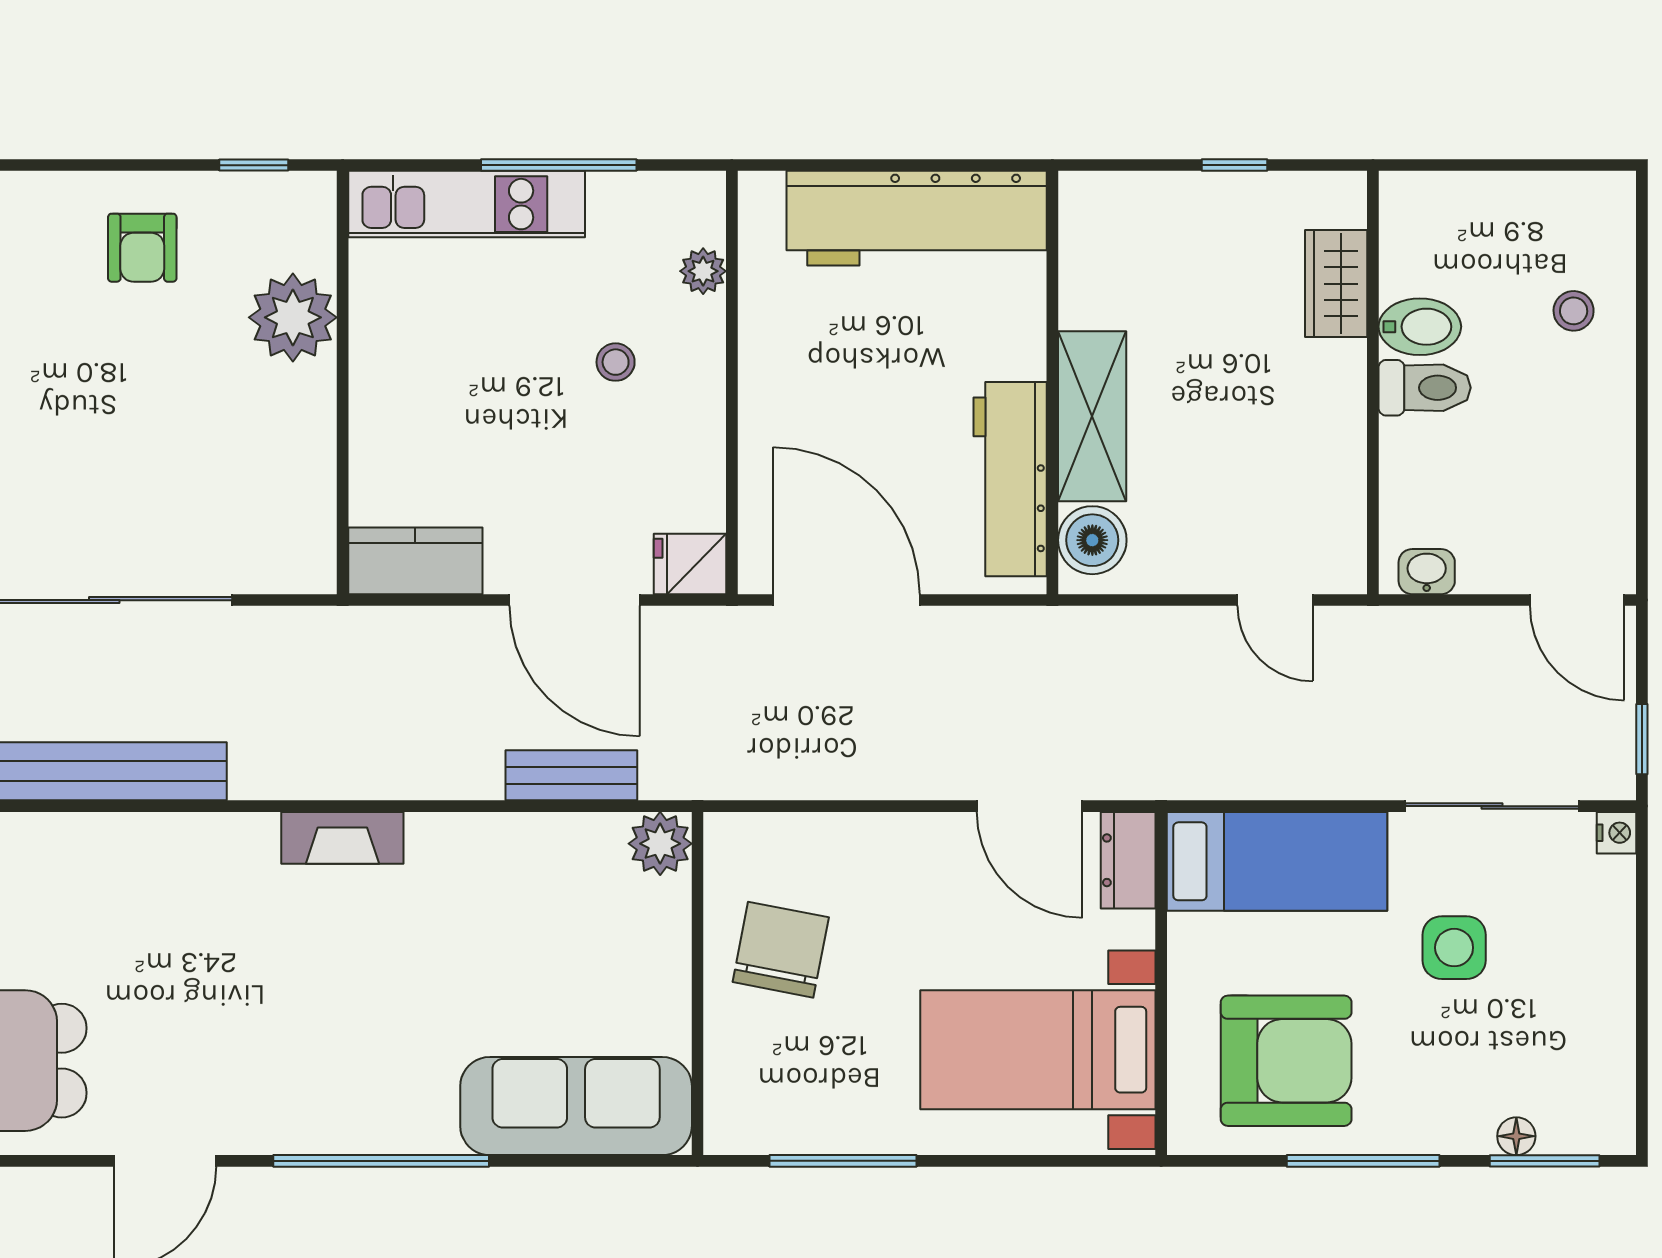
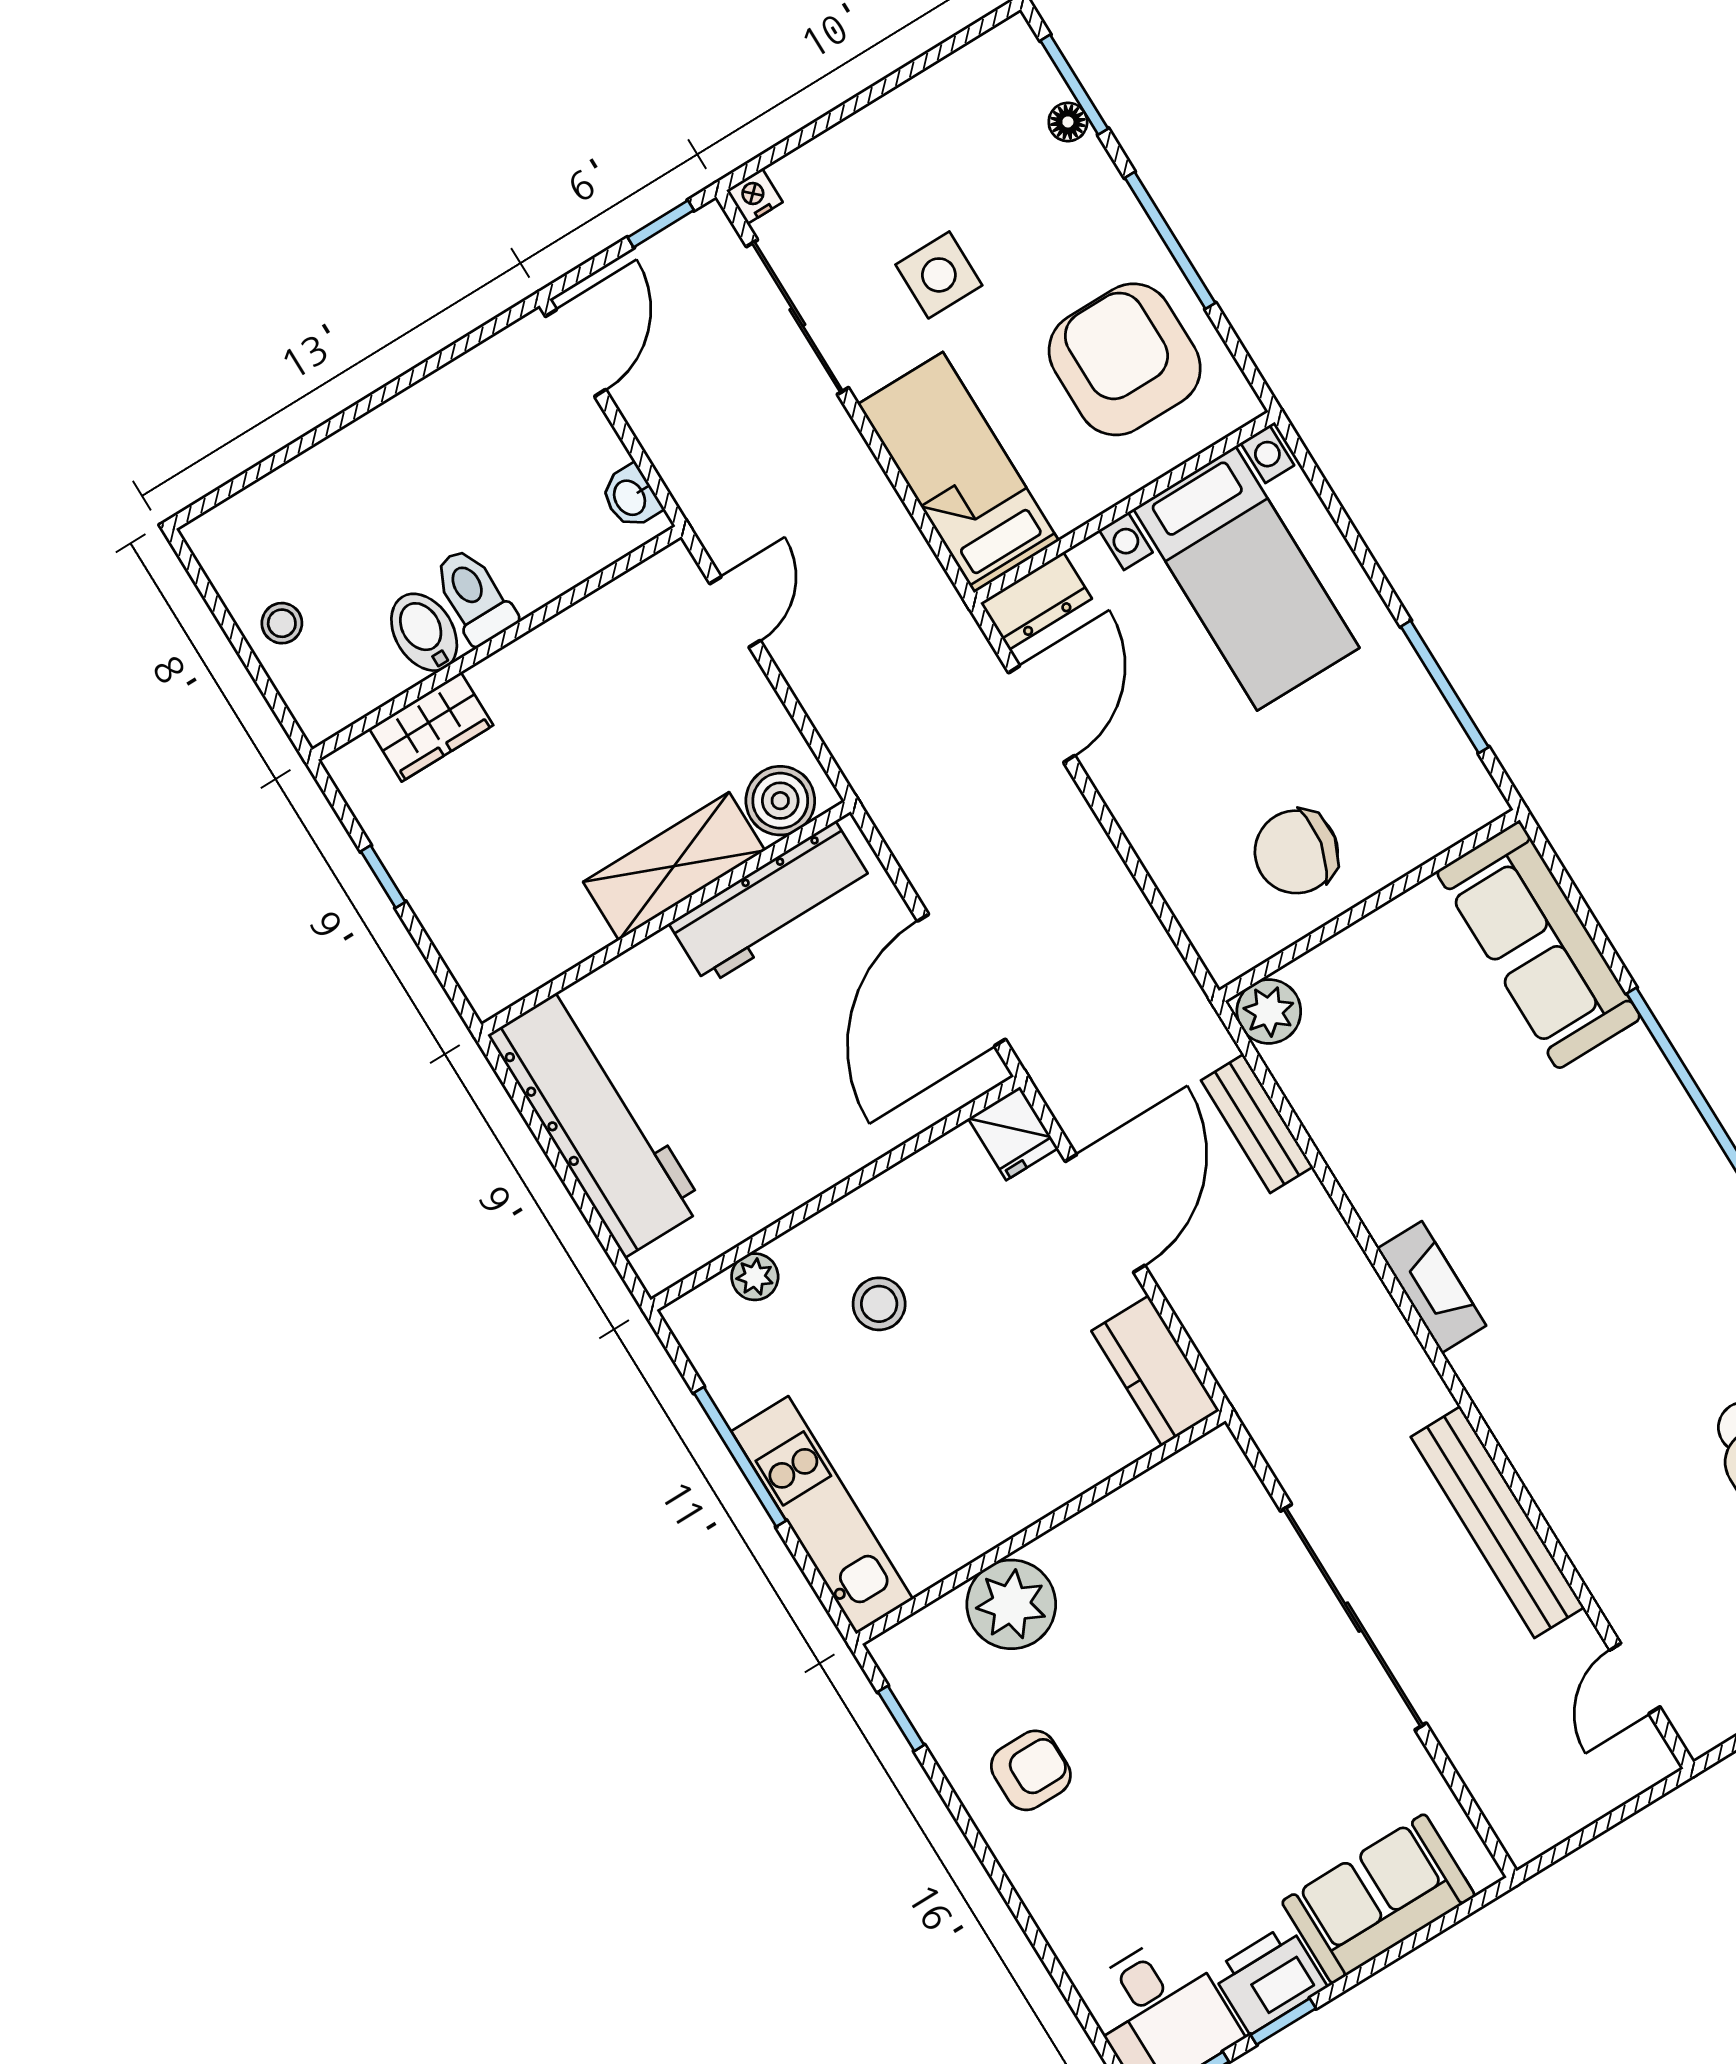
stool: (1574, 311) -> (282, 623), moved
stool: (616, 362) -> (879, 1304), width x1.37, depth x1.37

